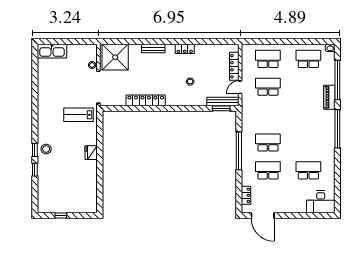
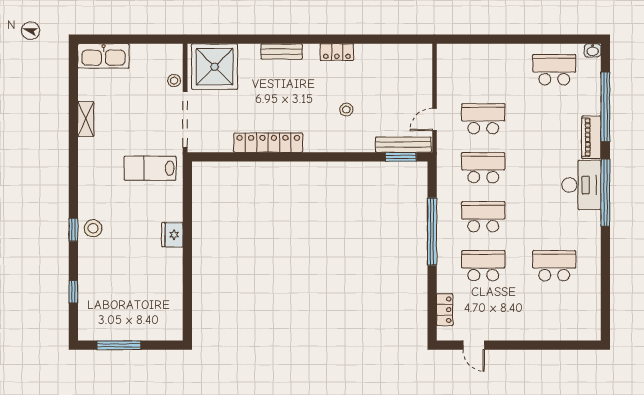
school desk: (268, 59) -> (483, 168), moved
locker: (234, 66) -> (424, 83), removed
shelving: (42, 87) -> (86, 119), added
window: (35, 170) -> (73, 292), moved
desk: (321, 202) -> (581, 185), moved, turned -90
window: (61, 216) -> (119, 345), width x2.17
door: (263, 216) -> (474, 345), width x0.53

